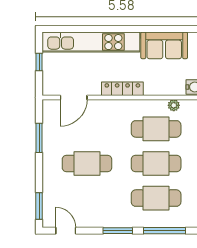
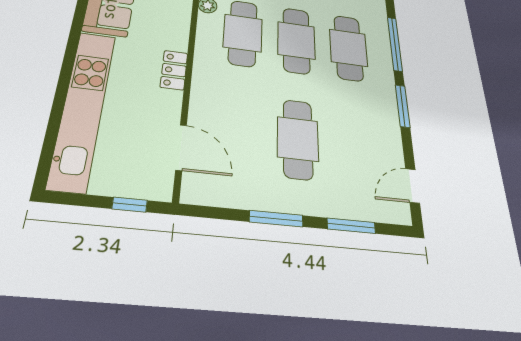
window: (39, 62) -> (130, 205), moved
locker: (122, 89) -> (174, 70), width x0.66
window: (39, 138) -> (276, 219), moved
window: (39, 206) -> (351, 226), moved

